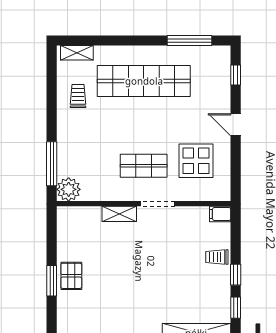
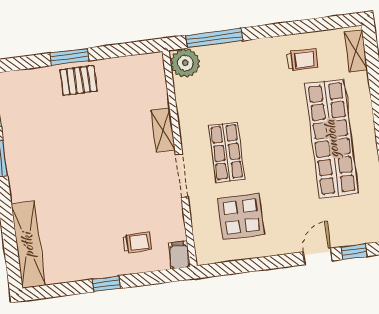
door: (236, 125) -> (318, 256), moved
trolley: (217, 257) -> (137, 242), moved, turned 90
window: (236, 308) -> (65, 289), removed

